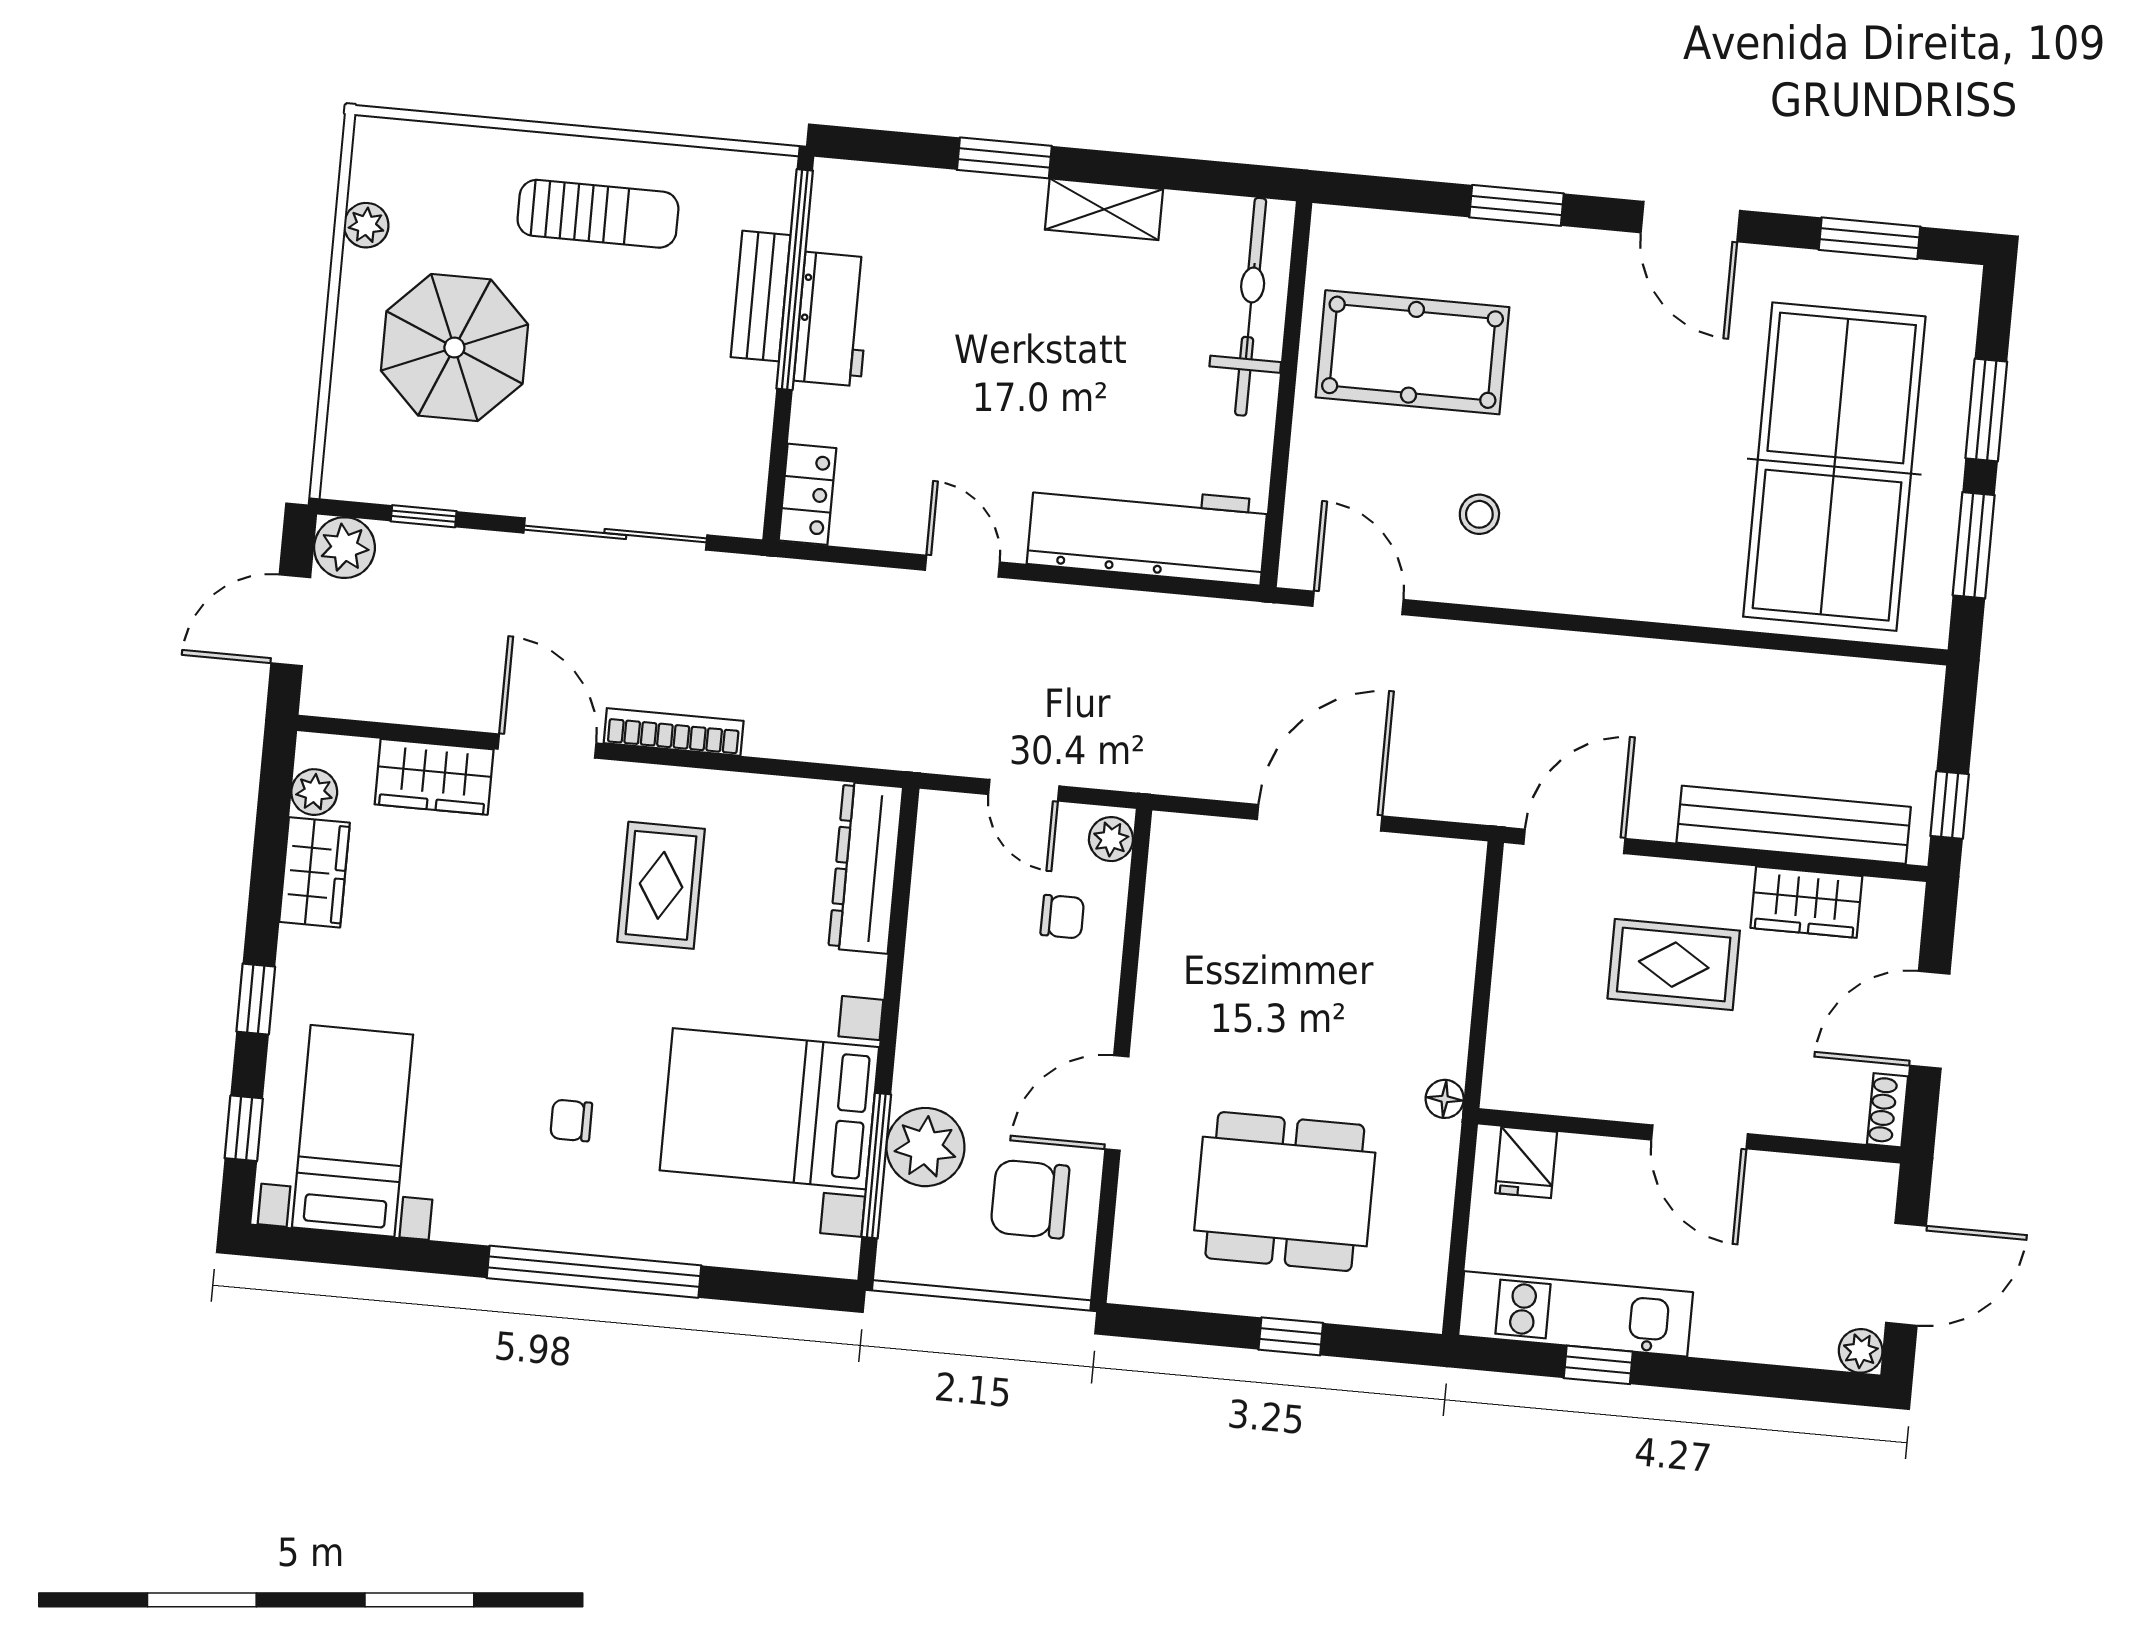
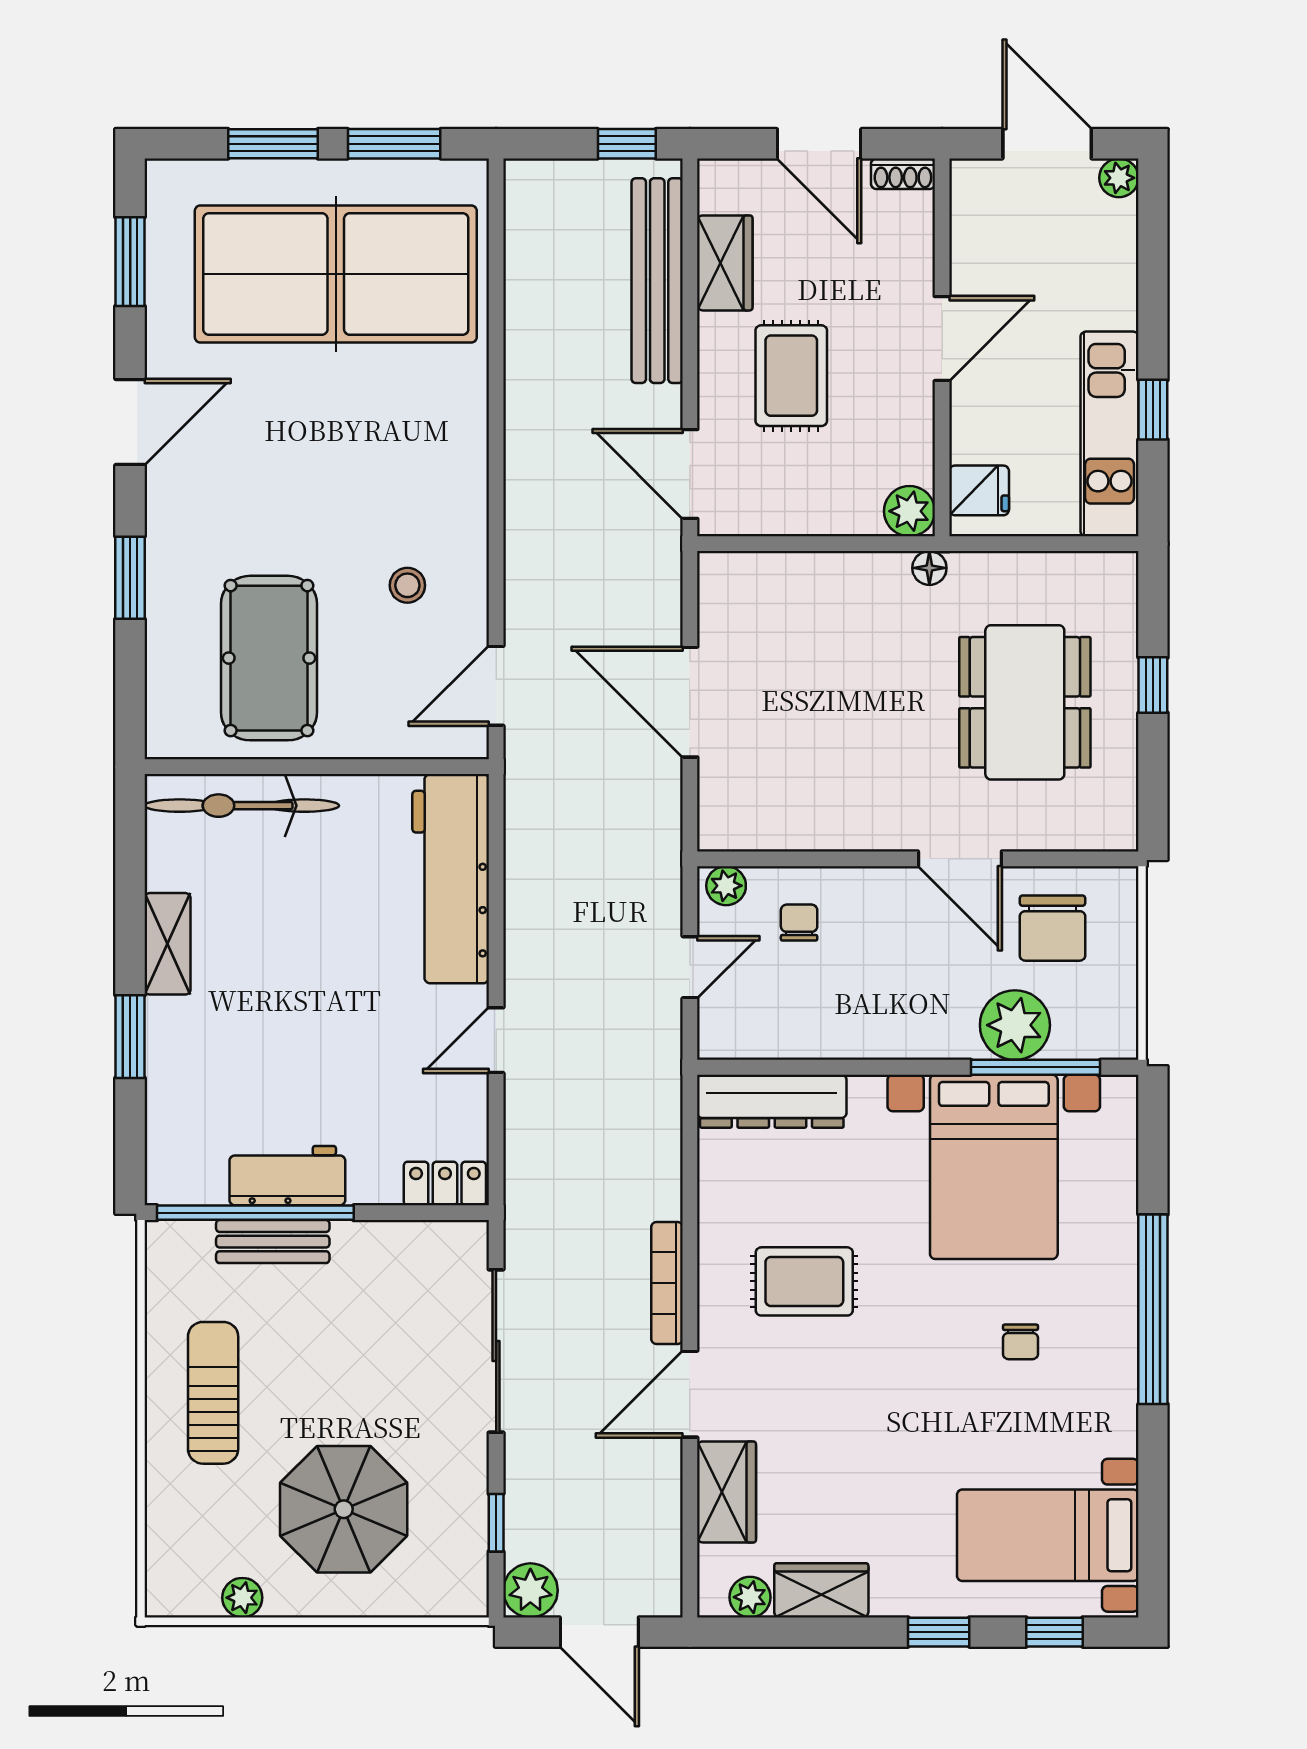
plant: (1510, 1083) -> (909, 511), added

